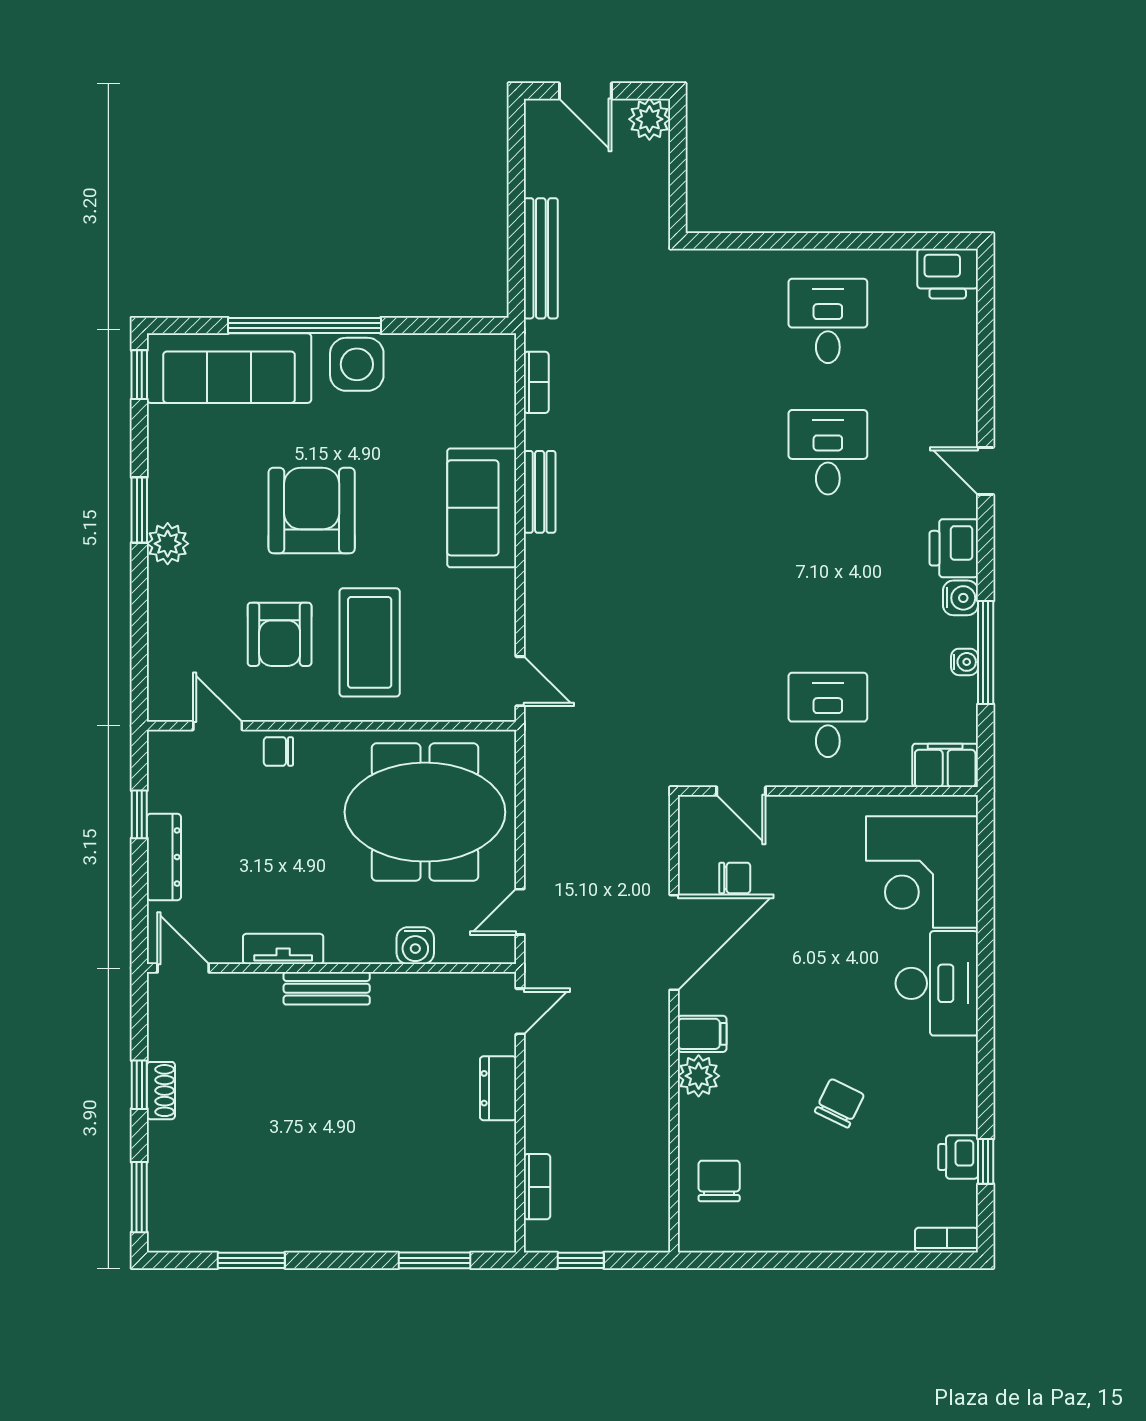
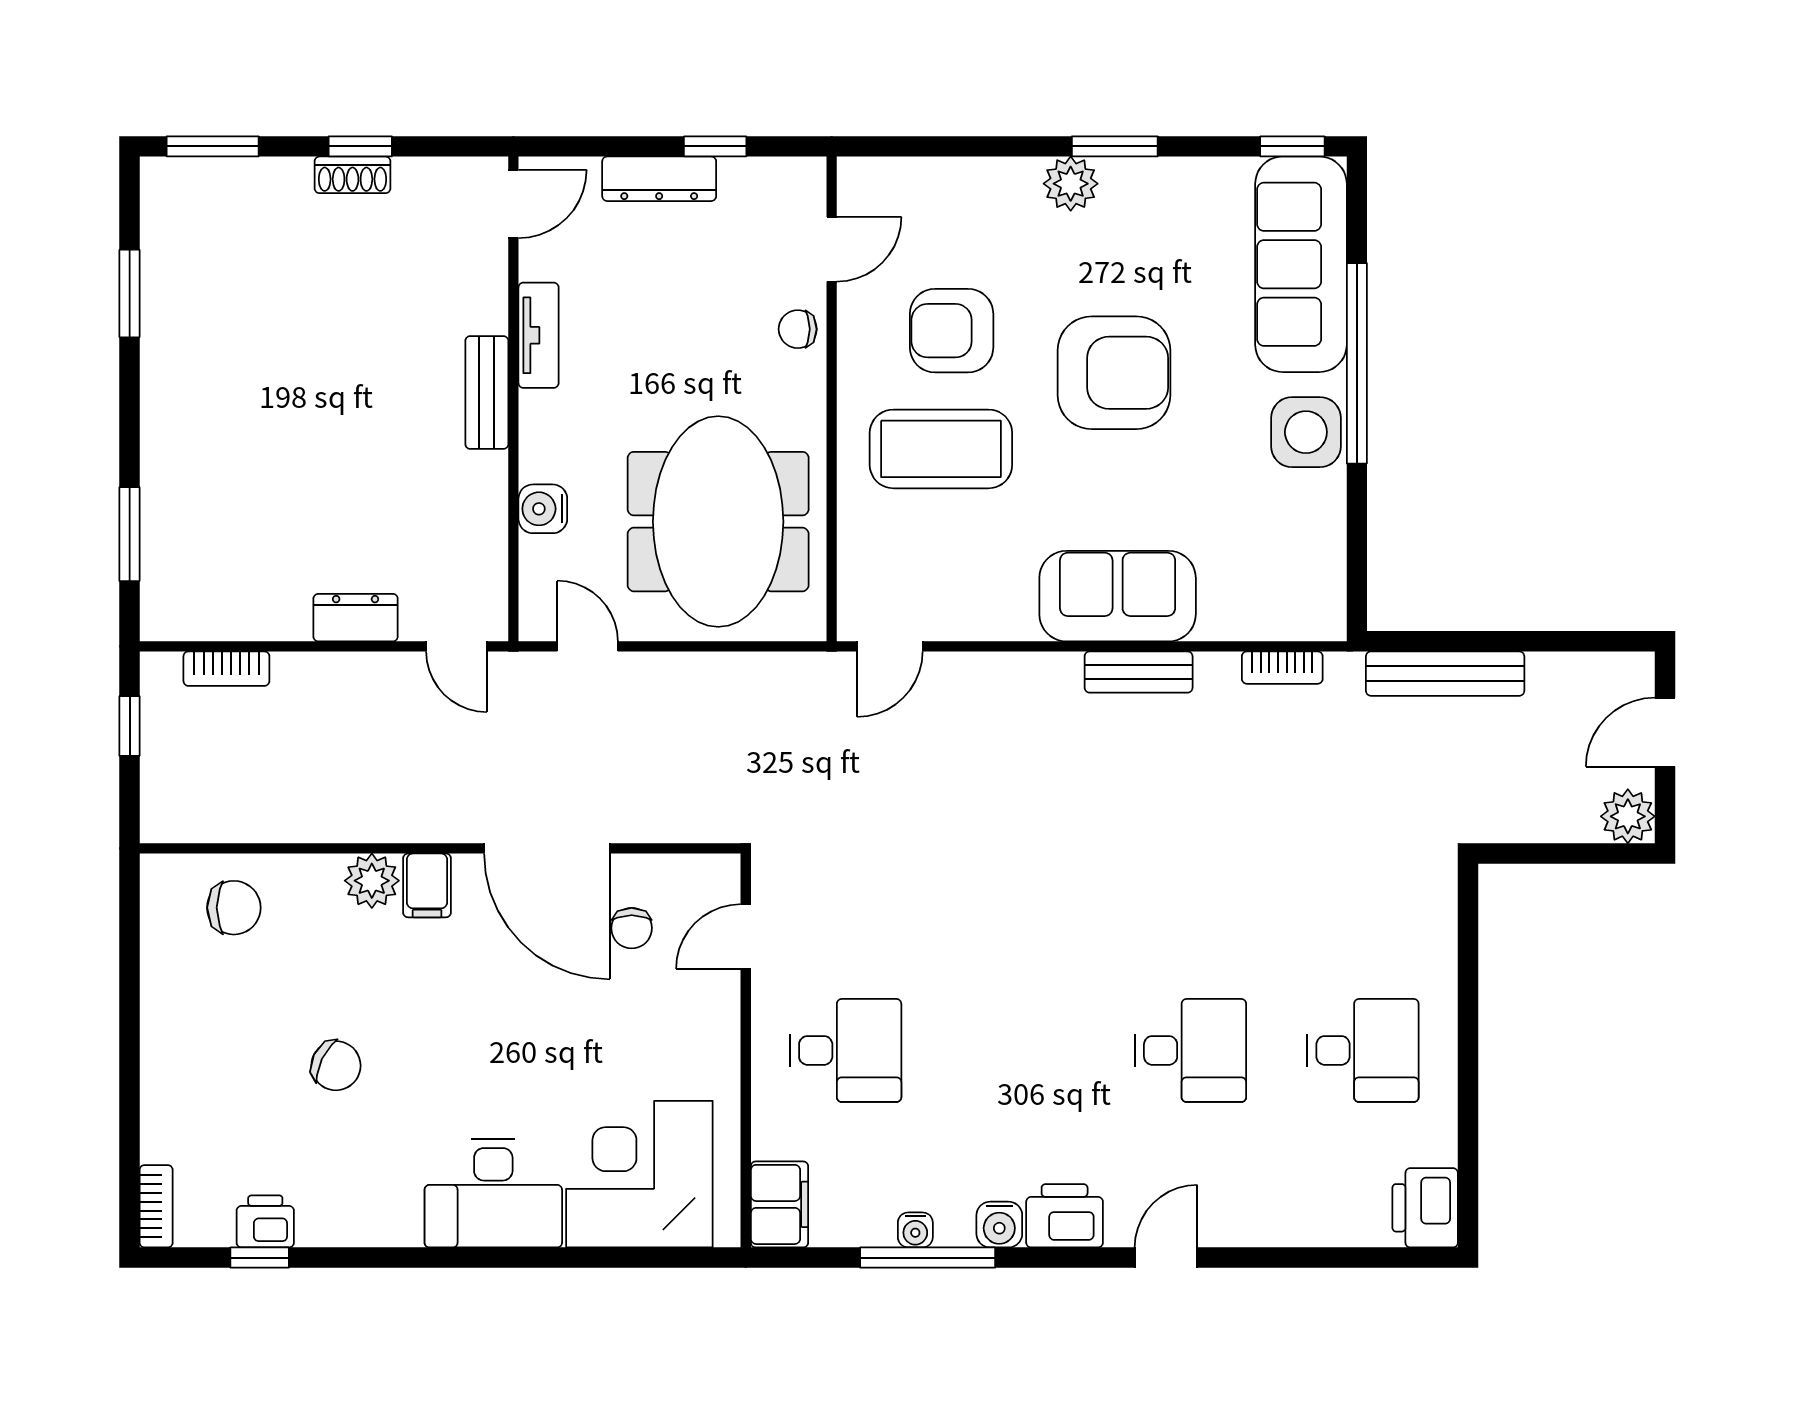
chair: (278, 751) -> (798, 329), turned -90

